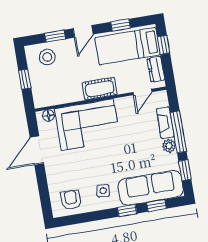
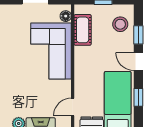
cot: (100, 89) -> (83, 30), moved
door: (142, 92) -> (73, 107), hinge flipped

